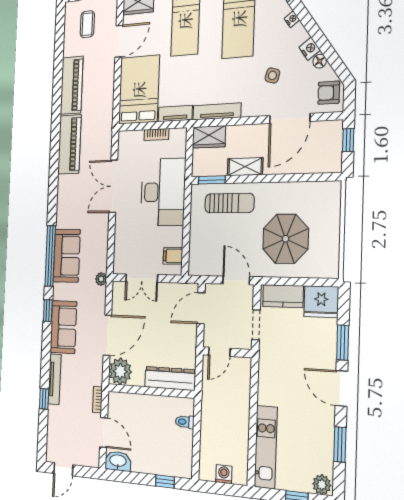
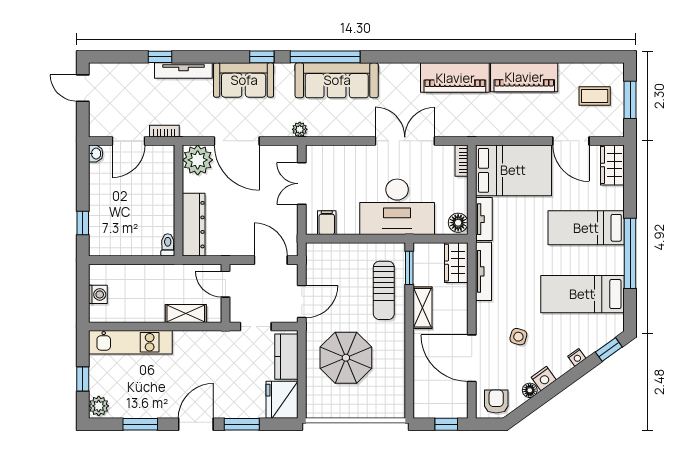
bookcase: (156, 135) -> (461, 161), moved
floor lamp: (177, 137) -> (458, 223), added
sofa: (67, 256) -> (337, 80), width x1.36
shelving: (243, 391) -> (186, 313), added
toilet: (185, 422) -> (168, 245), moved
washbasin: (118, 461) -> (96, 154), width x0.52, depth x0.69

